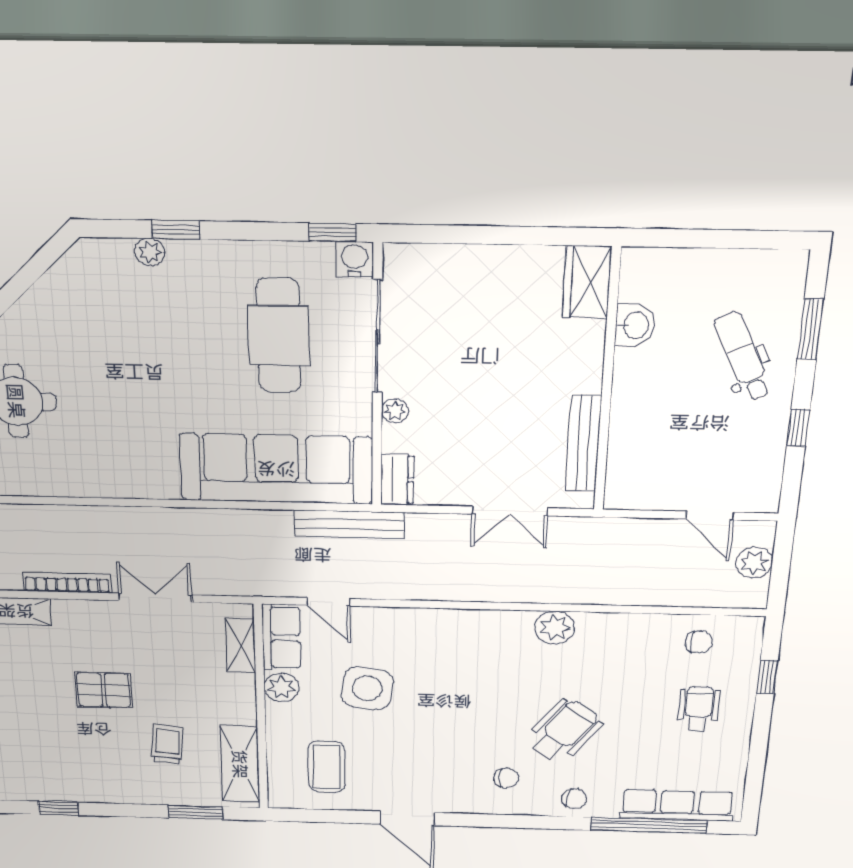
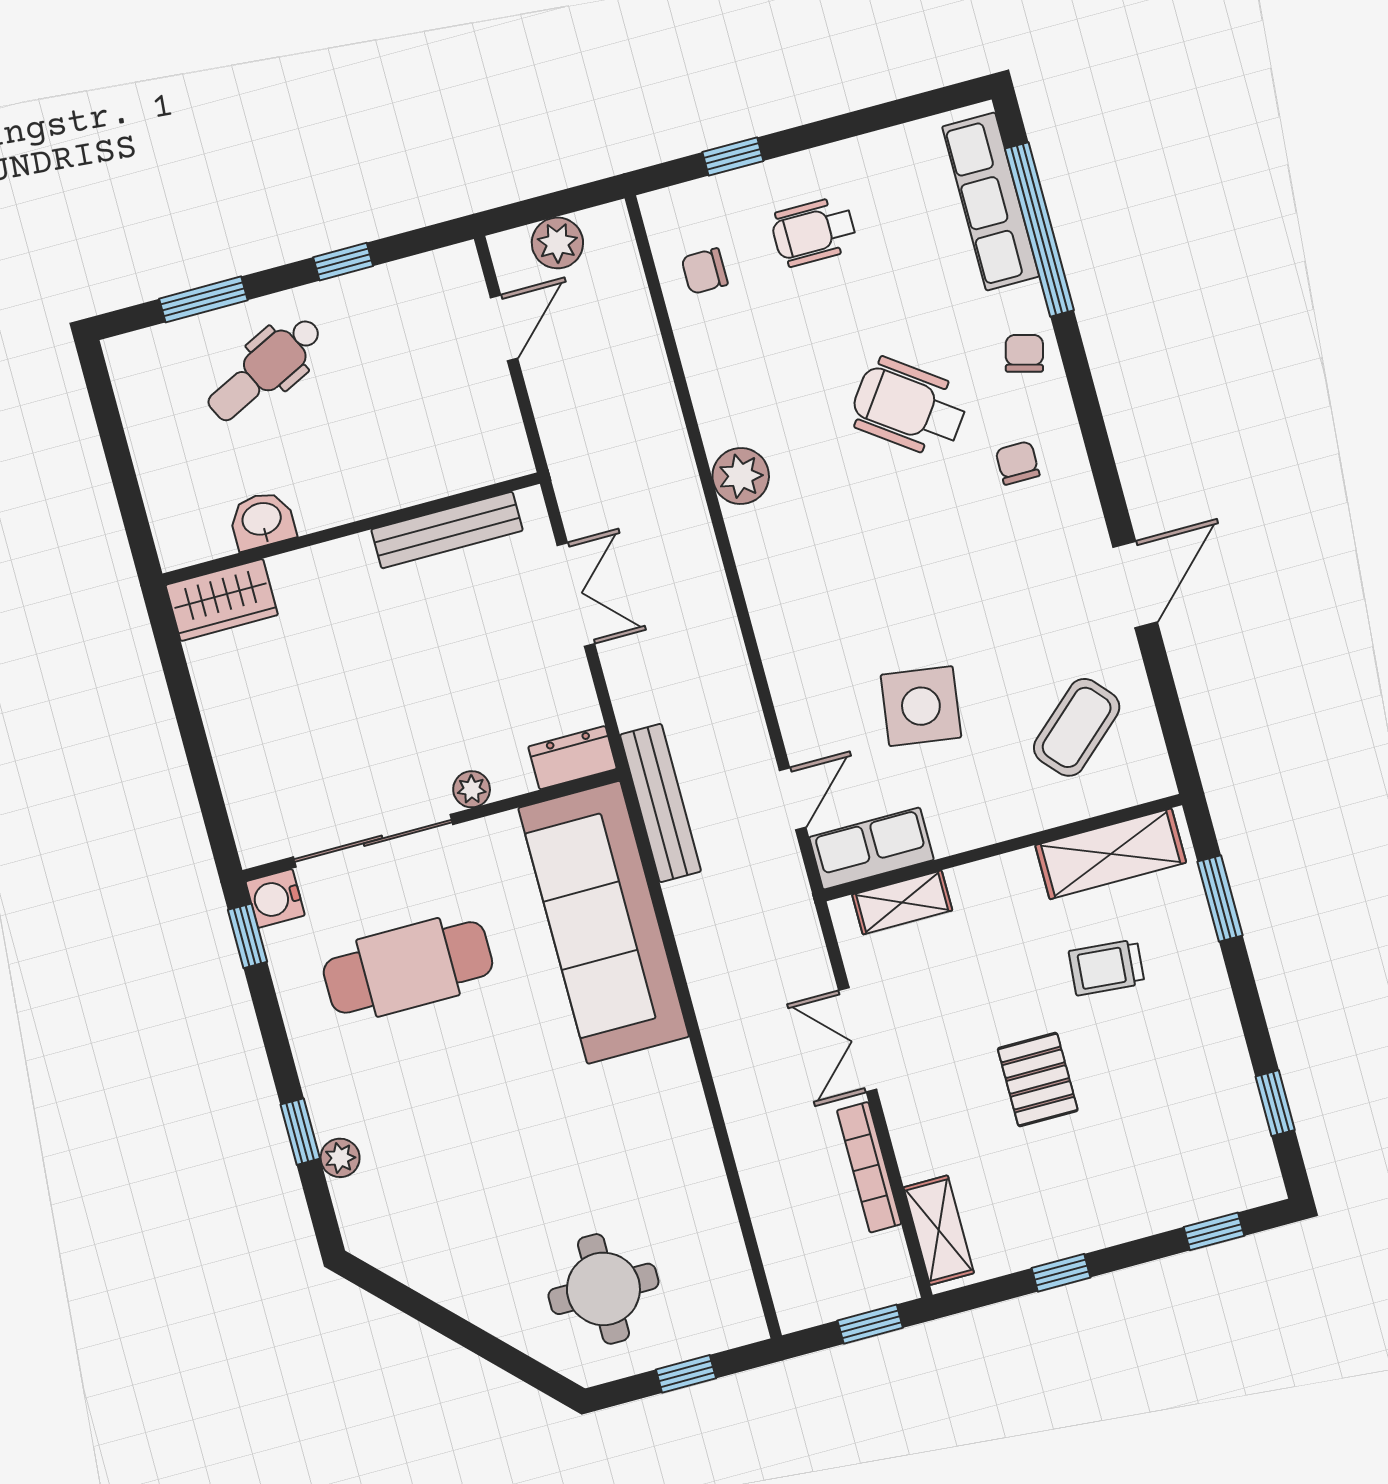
chair: (699, 642) -> (705, 271), turned -90
plant: (282, 687) -> (956, 828), removed
coffee table: (327, 767) -> (1077, 727), turned -42

